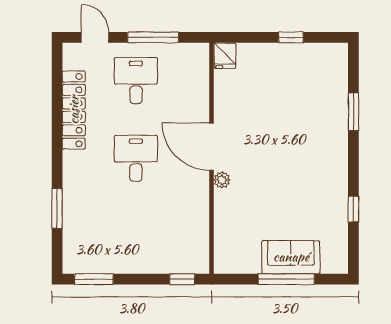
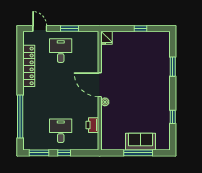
window: (153, 37) -> (70, 28), width x0.69
desk: (136, 158) -> (61, 131), moved
window: (57, 208) -> (20, 117), width x2.11
printer: (197, 225) -> (92, 125), added
window: (182, 279) -> (64, 153), moved

